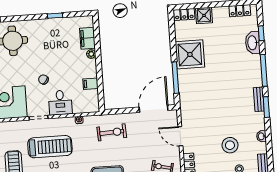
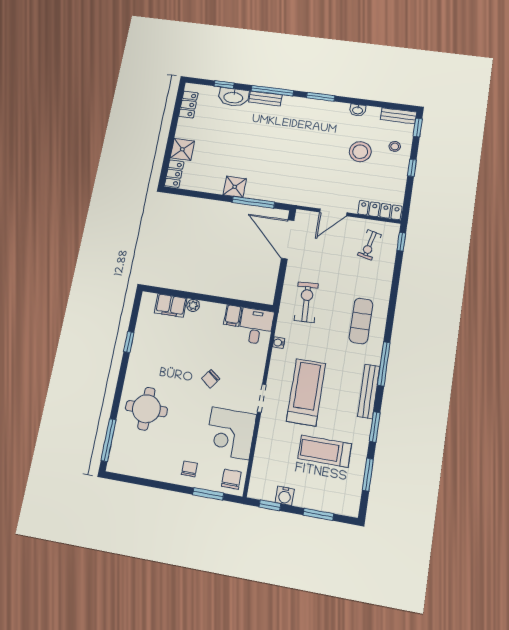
shower: (190, 54) -> (235, 187), width x0.54, depth x0.54
bench: (259, 99) -> (265, 98), moved
desk: (60, 103) -> (256, 326), moved, turned -90

